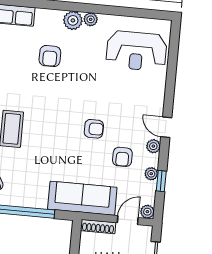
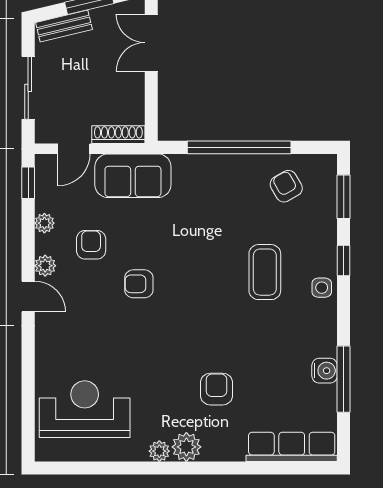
window: (161, 181) -> (28, 183), moved
sofa: (82, 198) -> (133, 176), width x0.73
plant: (147, 212) -> (45, 164), removed

